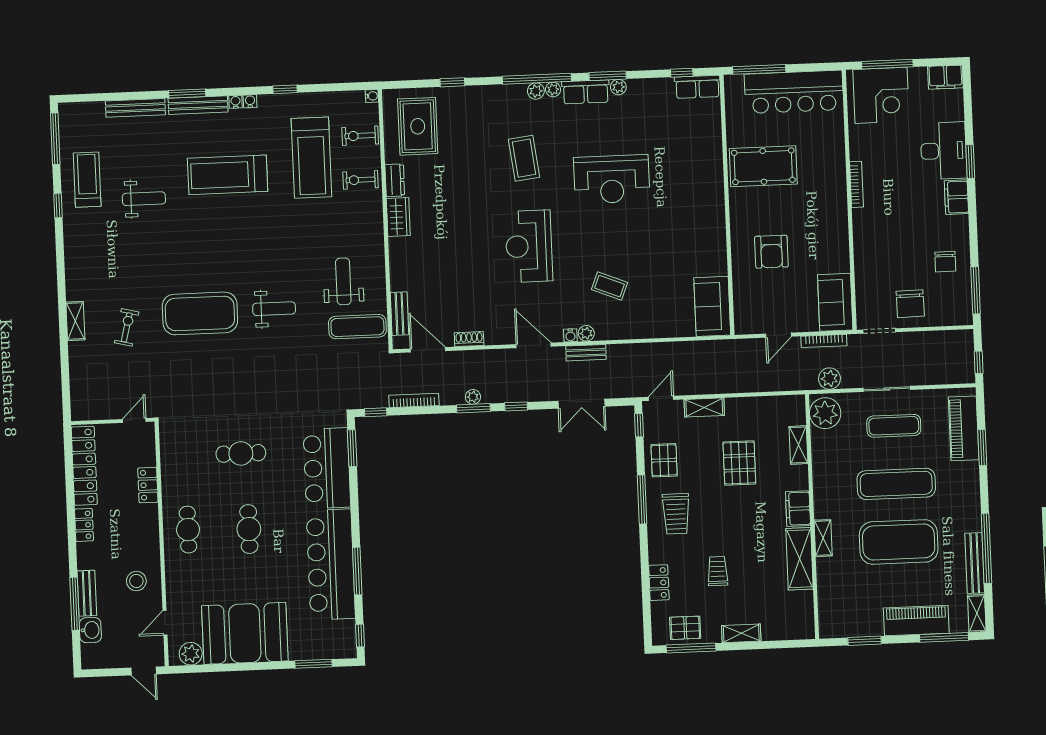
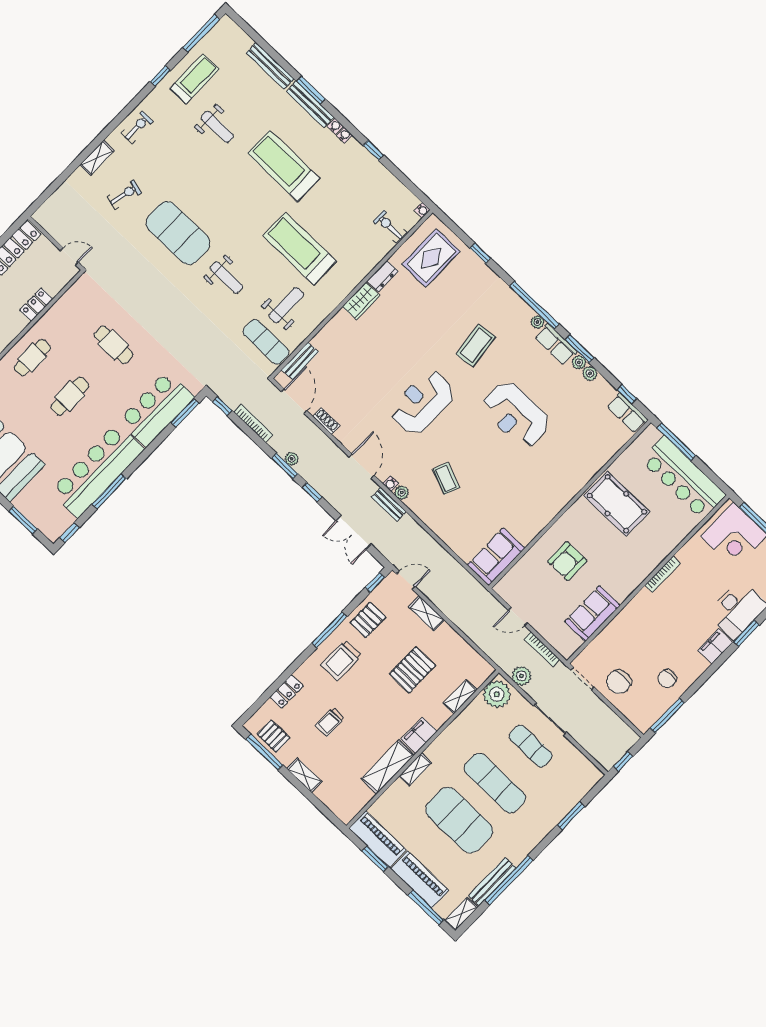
plant: (536, 91) -> (590, 374), moved
treadmill: (311, 158) -> (300, 249), moved, turned 90
exercise bike: (360, 180) -> (137, 127), moved, turned 90
sofa: (835, 302) -> (592, 613), moved
piano: (964, 428) -> (378, 839), moved, turned 90
trolley: (718, 571) -> (330, 722), turned 180

